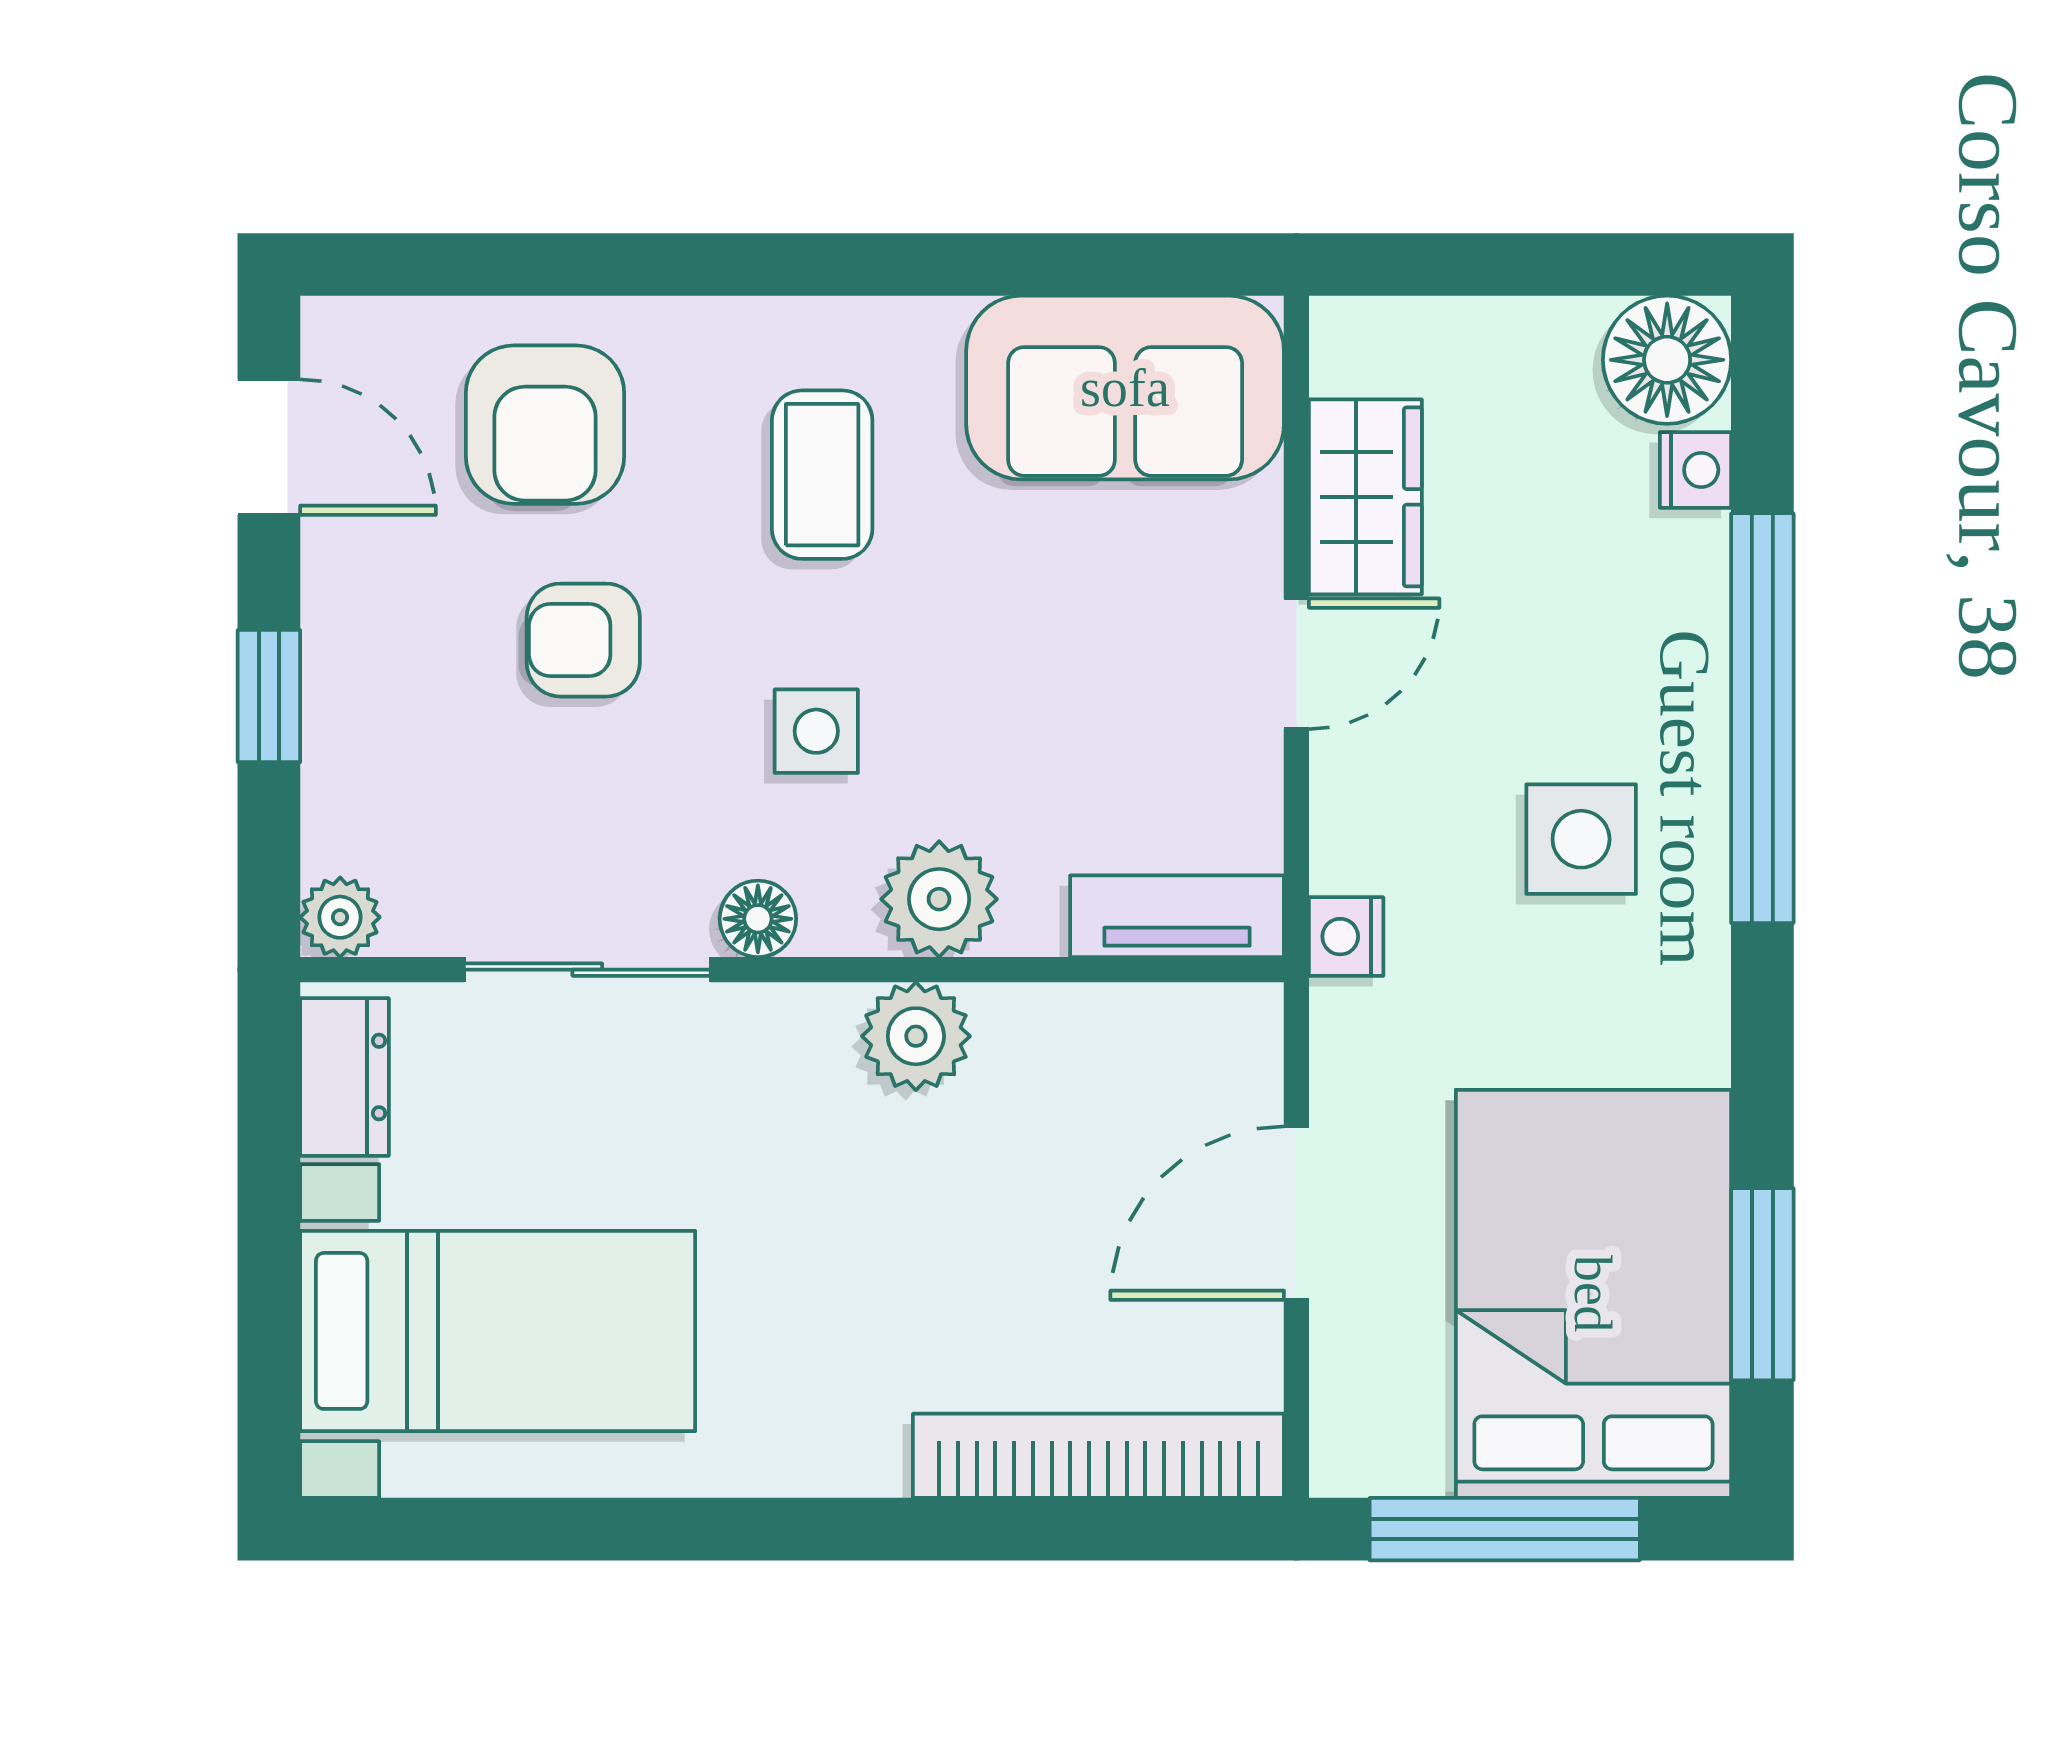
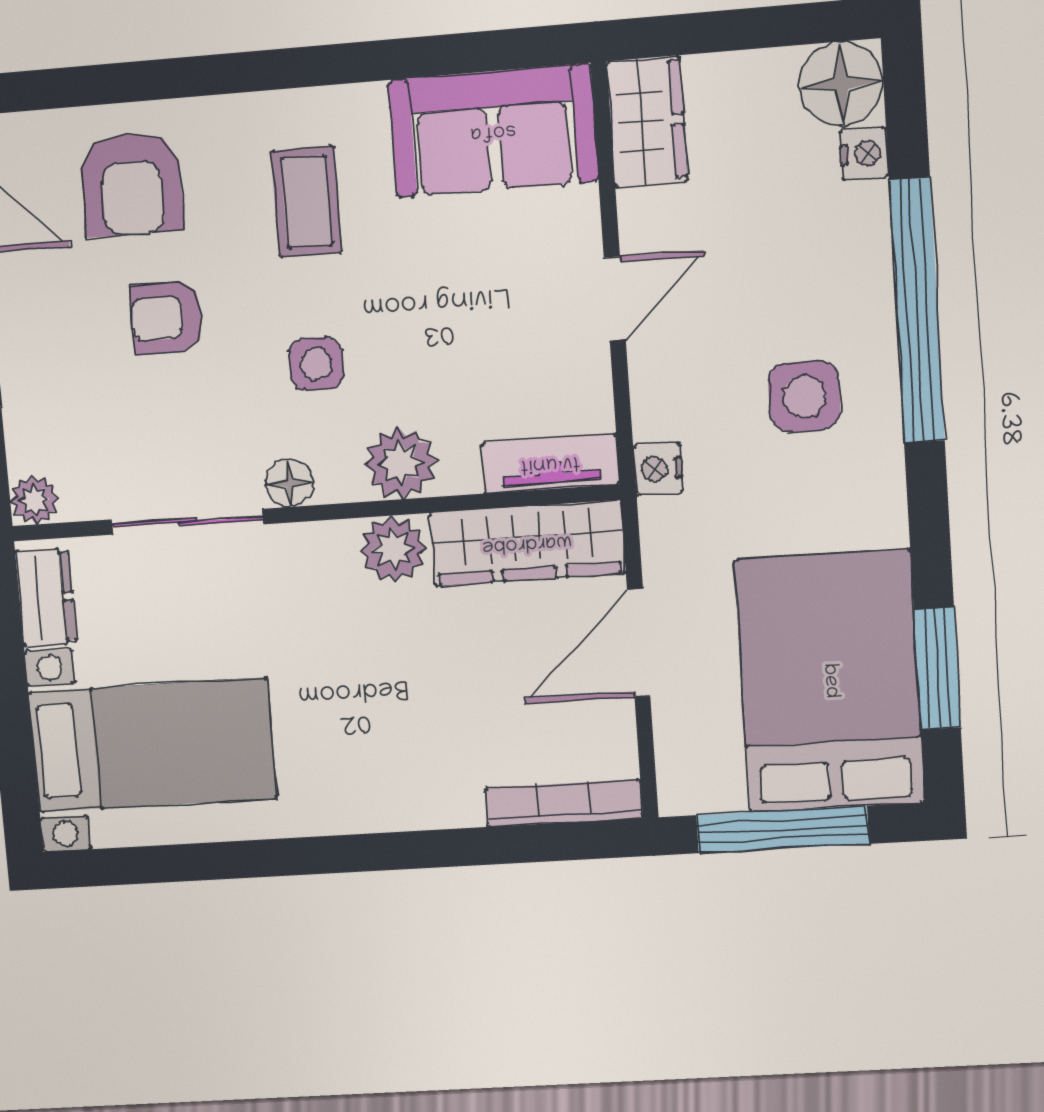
wardrobe: (1365, 497) -> (647, 121), moved
wardrobe: (1131, 1041) -> (527, 543), added
bookcase: (1098, 1456) -> (564, 803), width x0.68, depth x0.76

